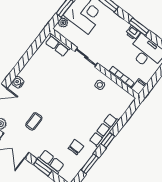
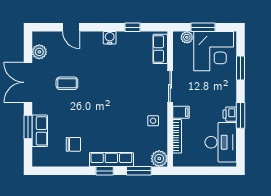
window: (30, 52) -> (132, 27), added
water cooler: (18, 82) -> (110, 38), moved
filing cabinet: (139, 87) -> (181, 112), moved
plant: (127, 99) -> (159, 159), added
window: (90, 164) -> (139, 171), moved

